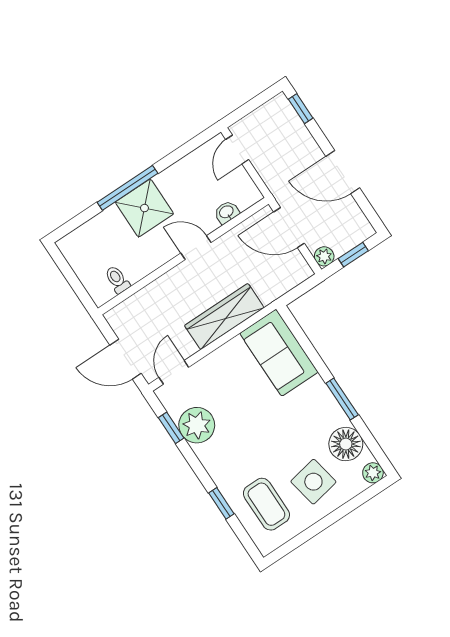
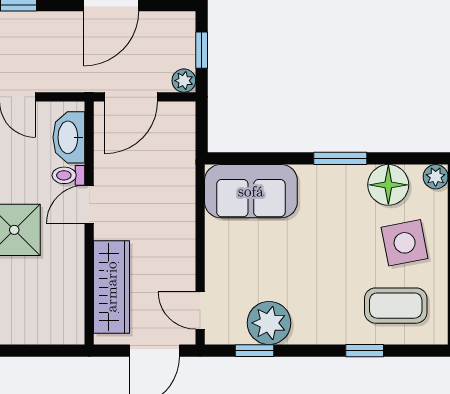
washbasin: (227, 212) -> (69, 137), width x1.91, depth x1.45
toilet: (117, 280) -> (68, 175), moved
wardrobe: (224, 317) -> (111, 287), moved, turned 180

